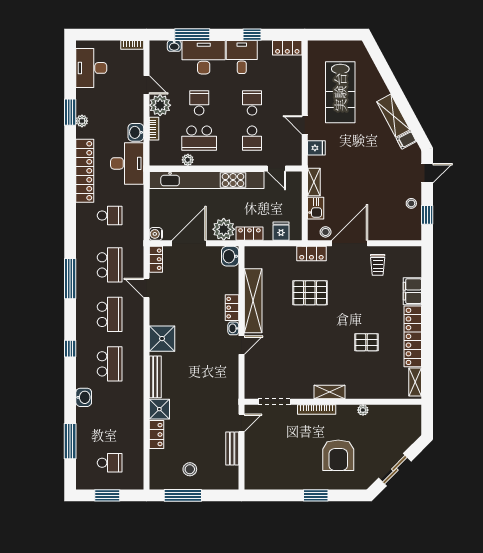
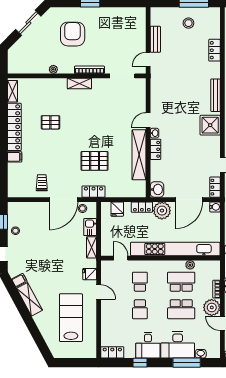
school desk: (199, 103) -> (181, 309), width x1.85
filing cabinet: (412, 291) -> (15, 157), width x0.50
shower: (159, 409) -> (212, 70), removed

